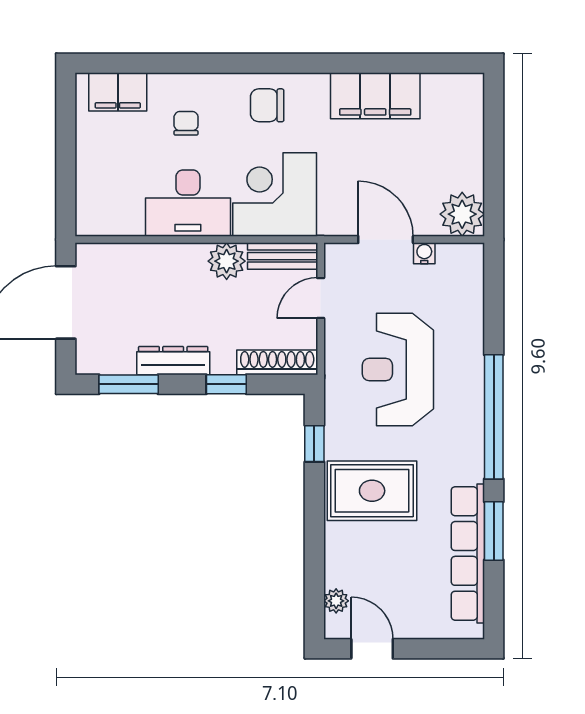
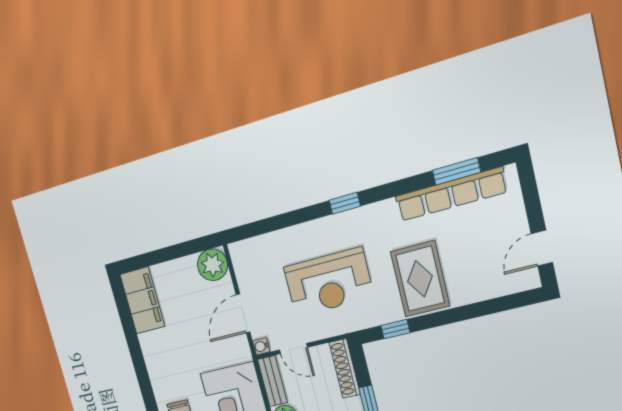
filing cabinet: (375, 96) -> (142, 300), moved
water cooler: (424, 253) -> (261, 346), moved
window: (494, 417) -> (345, 203), width x0.32
window: (494, 531) -> (456, 171), moved
plant: (336, 601) -> (510, 285), removed

